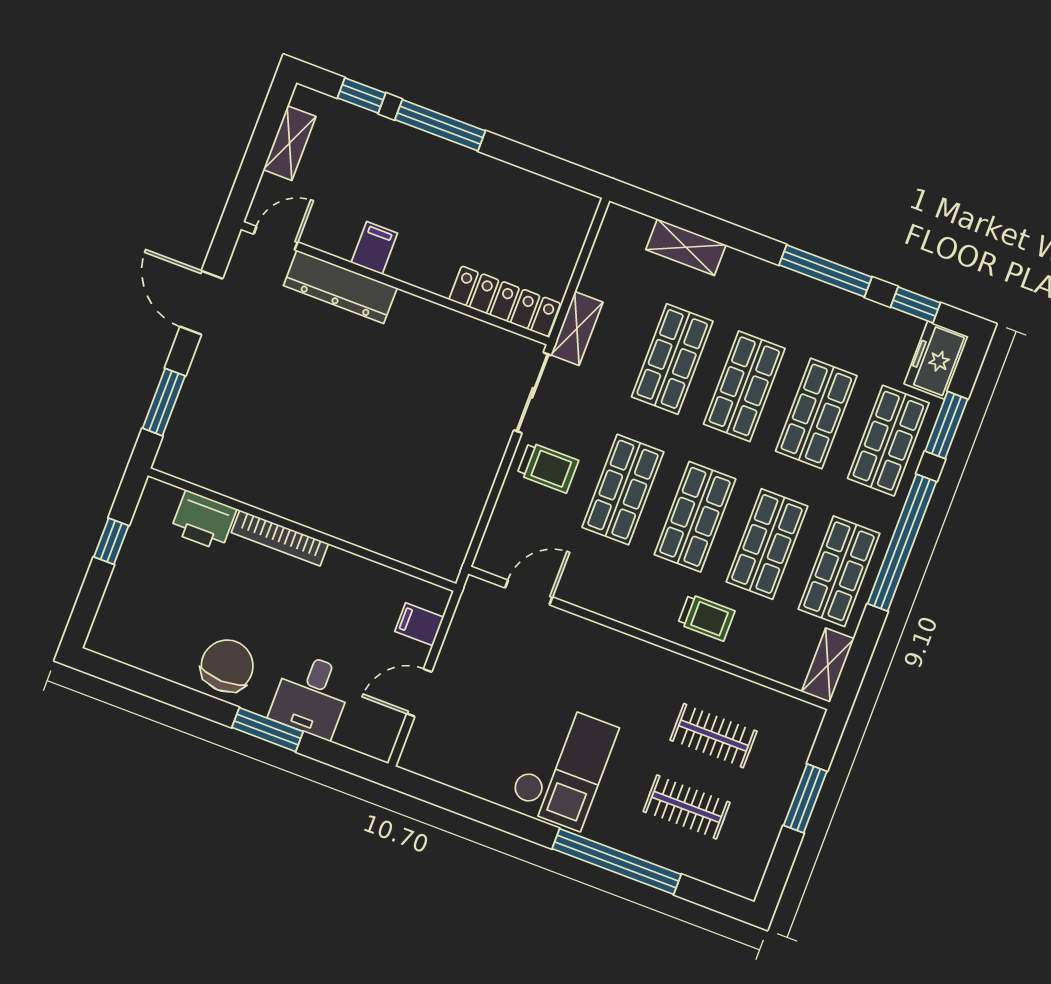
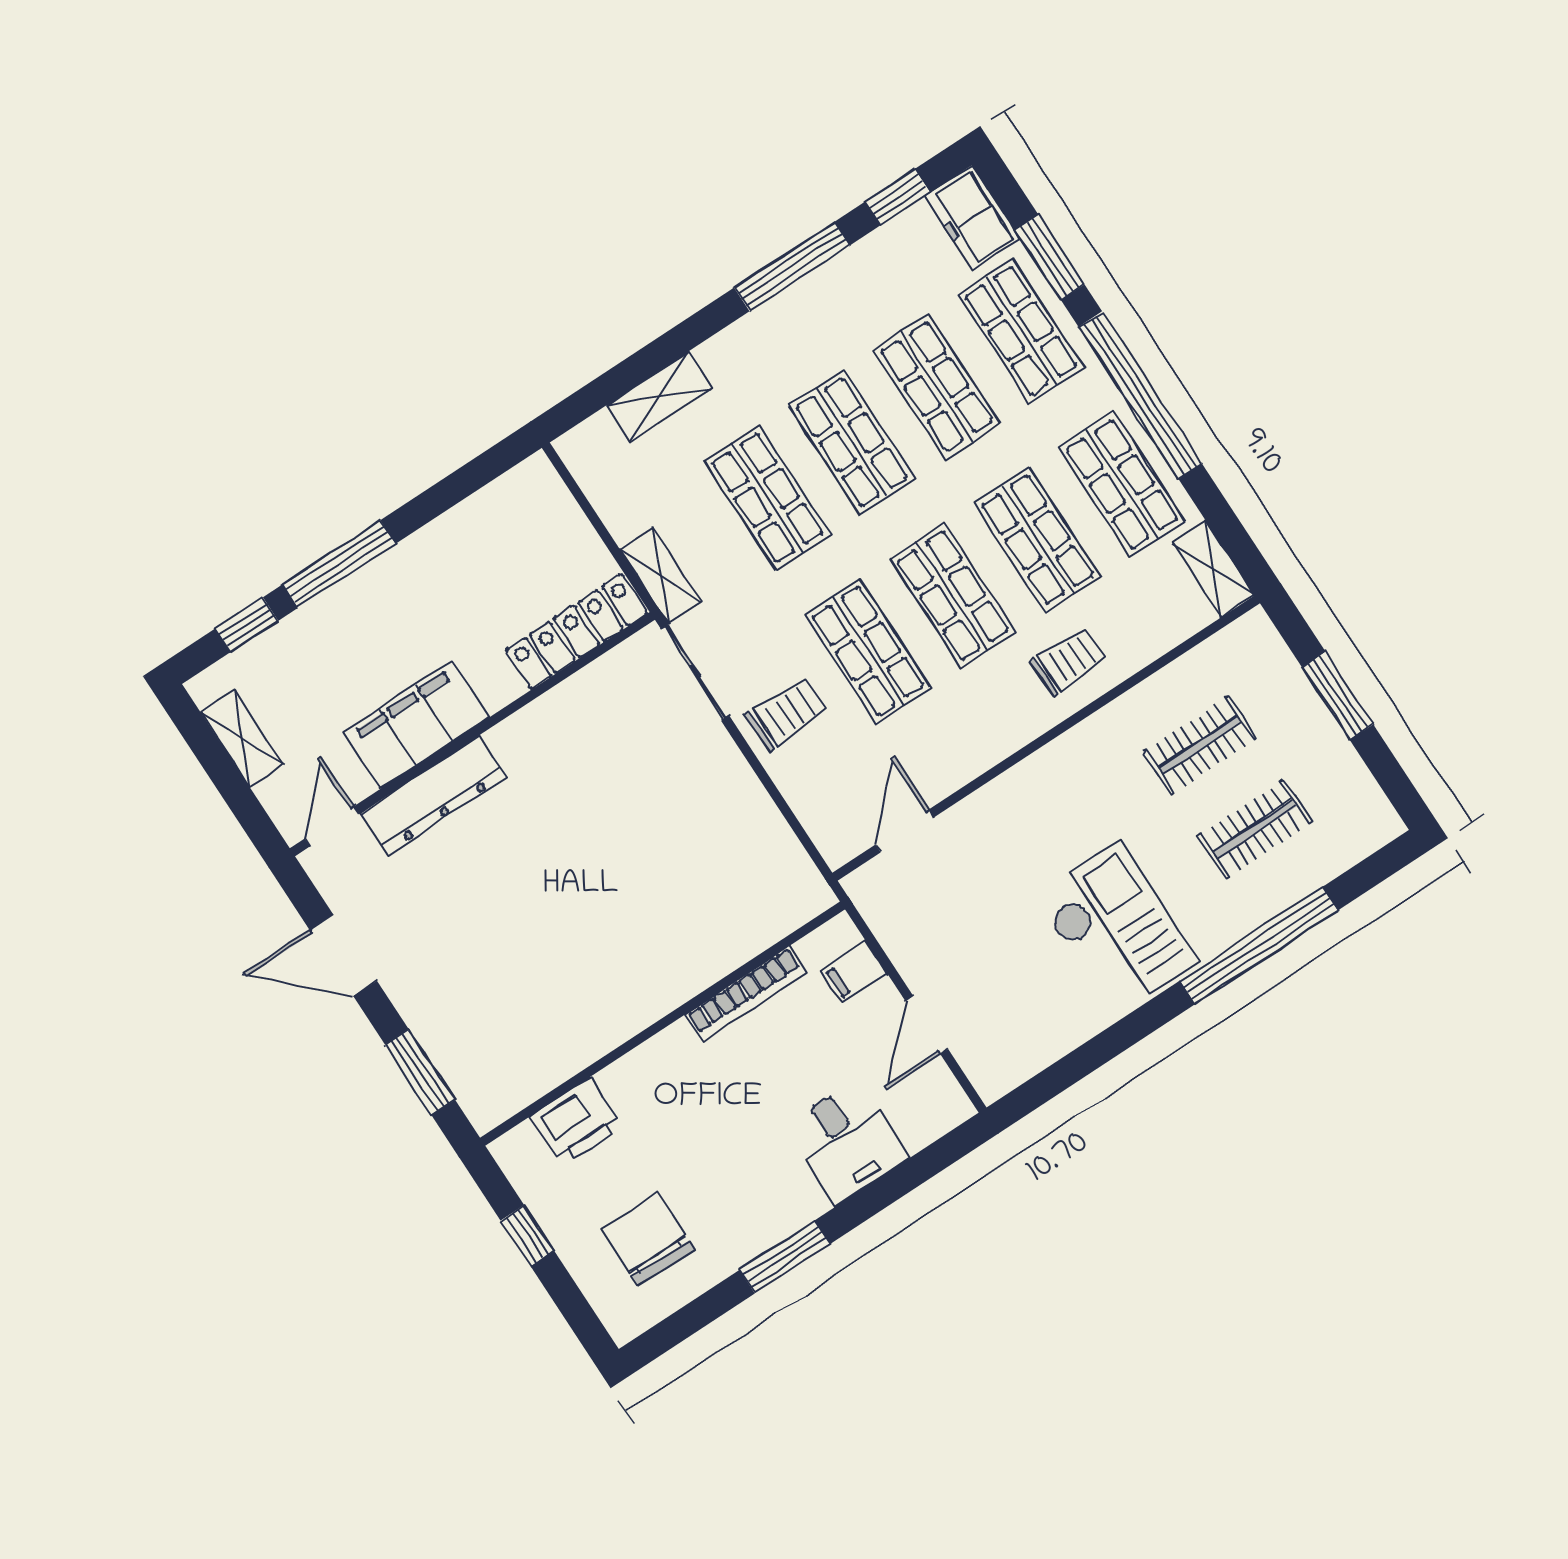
filing cabinet: (374, 248) -> (416, 725), width x3.00, depth x1.17
bookcase: (280, 538) -> (746, 994), moved
chair: (227, 666) -> (648, 1239), moved
window: (267, 730) -> (785, 1257), moved

